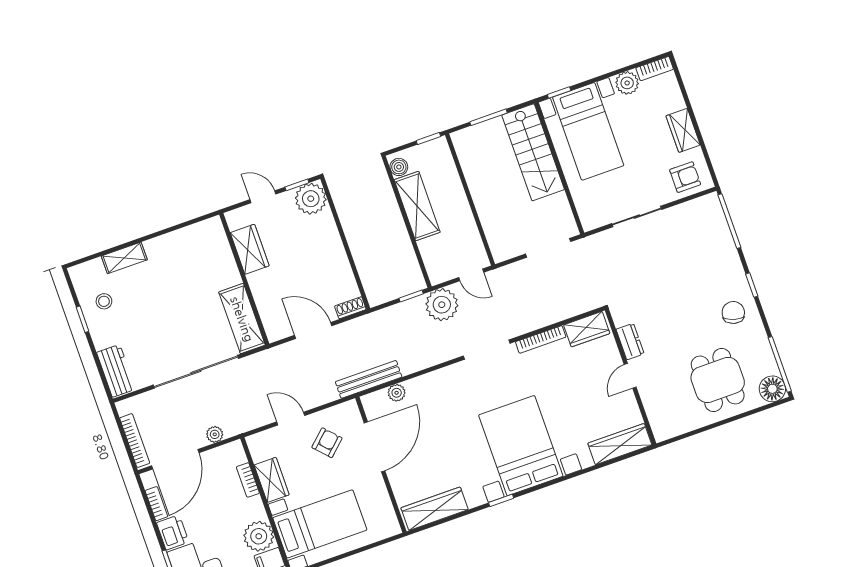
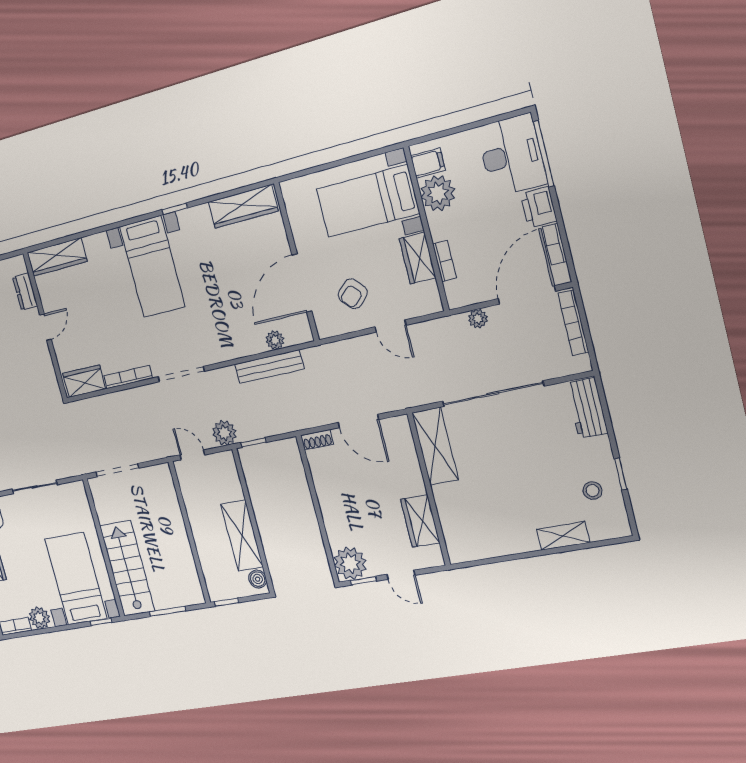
plant: (442, 305) -> (224, 433), width x0.73, depth x0.73
dresser: (630, 342) -> (25, 292), moved
bench: (369, 379) -> (269, 367), moved
bed with nightstands: (521, 446) -> (152, 267), width x0.73

